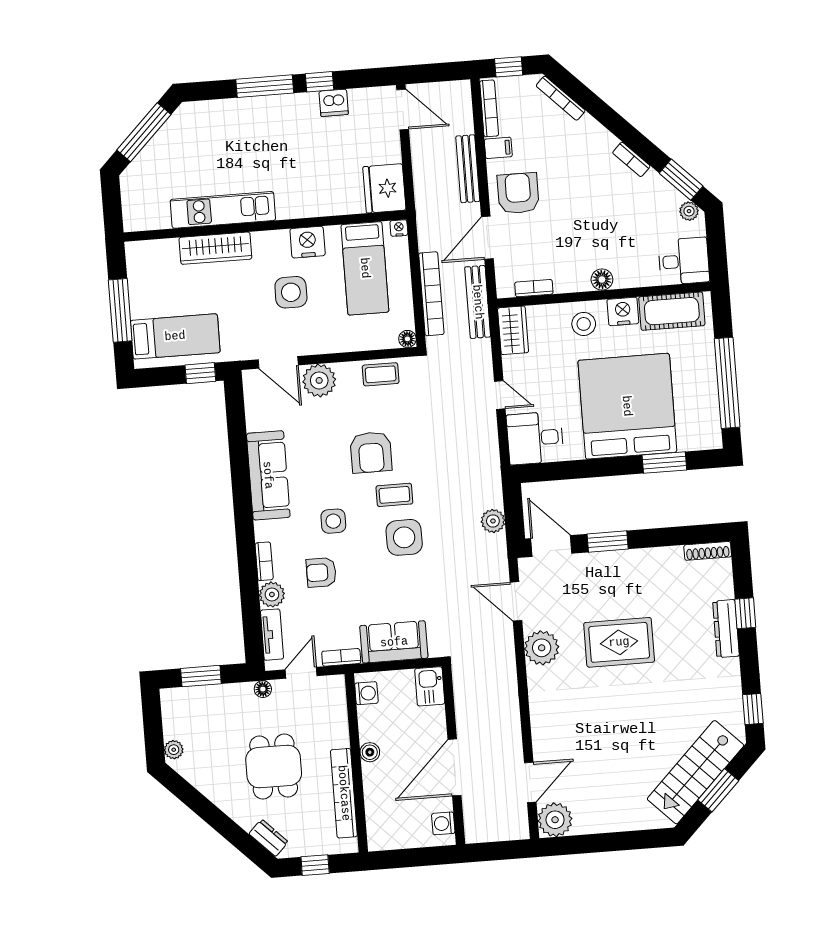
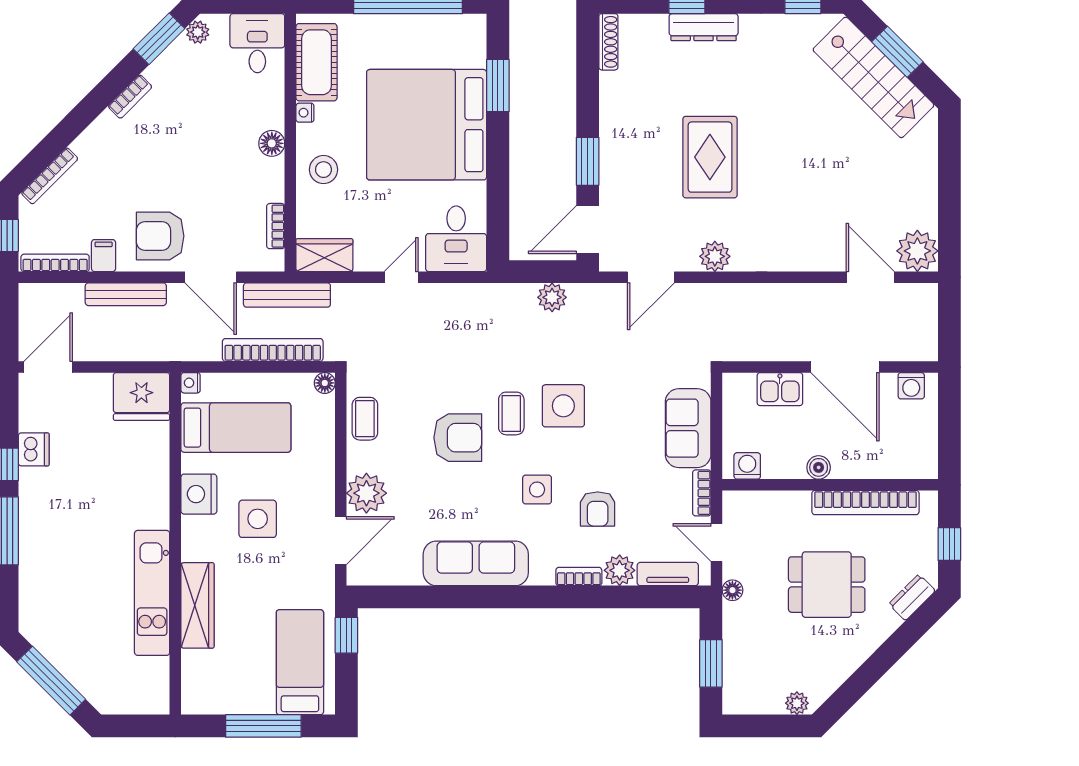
nightstand: (623, 311) -> (305, 113), width x0.53, depth x0.56
plant: (542, 648) -> (715, 256), width x0.73, depth x0.73
kitchen sink: (430, 686) -> (780, 389), moved

